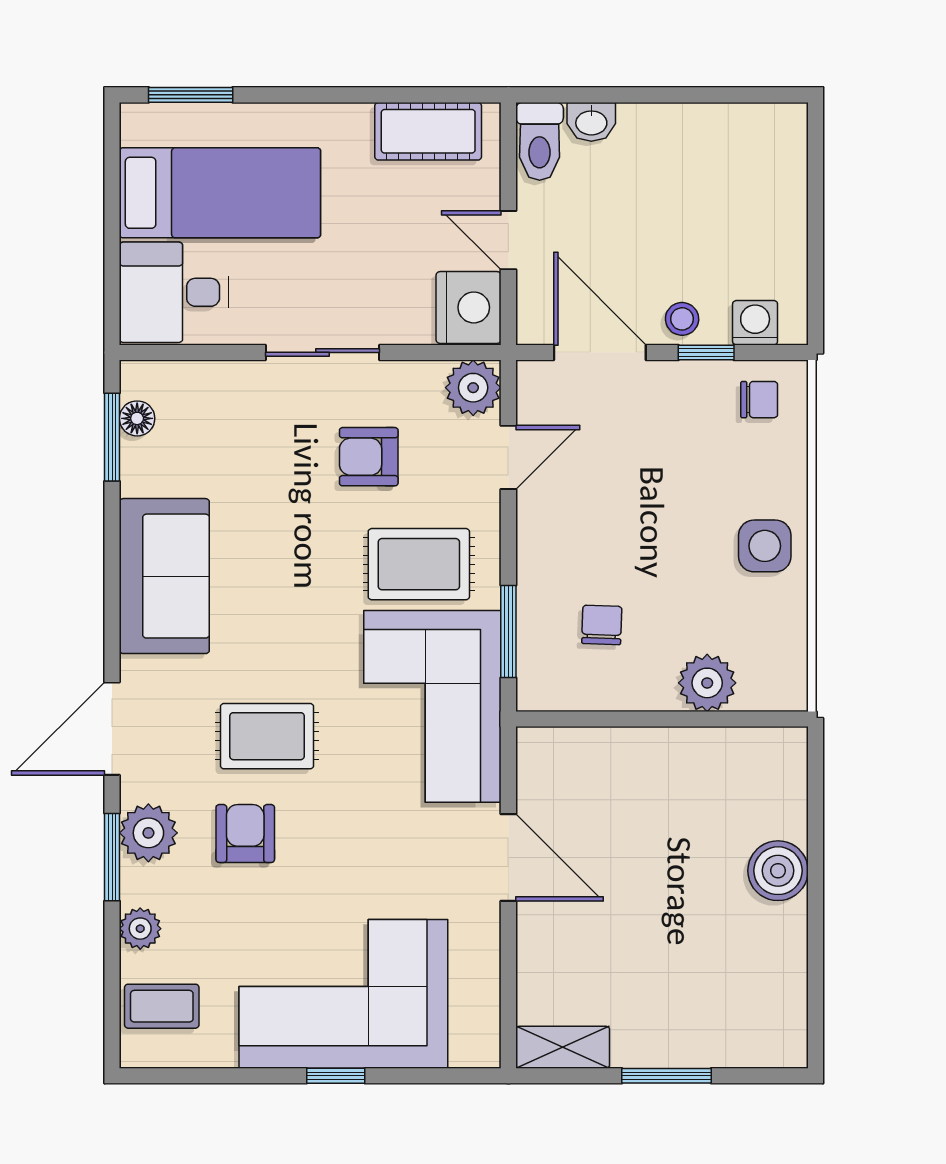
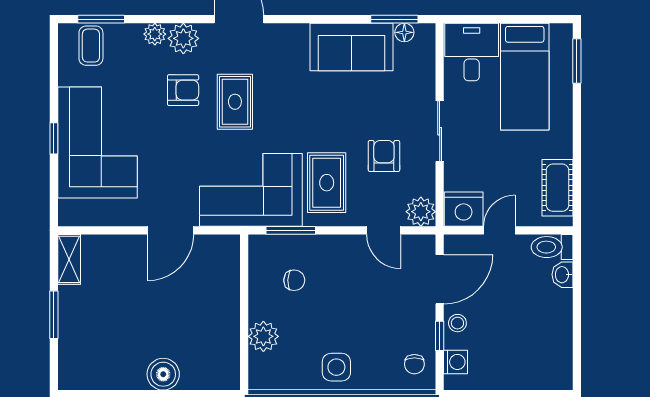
sofa: (164, 576) -> (351, 47), moved
window: (112, 857) -> (101, 19), moved
plant: (140, 929) -> (155, 34), moved

